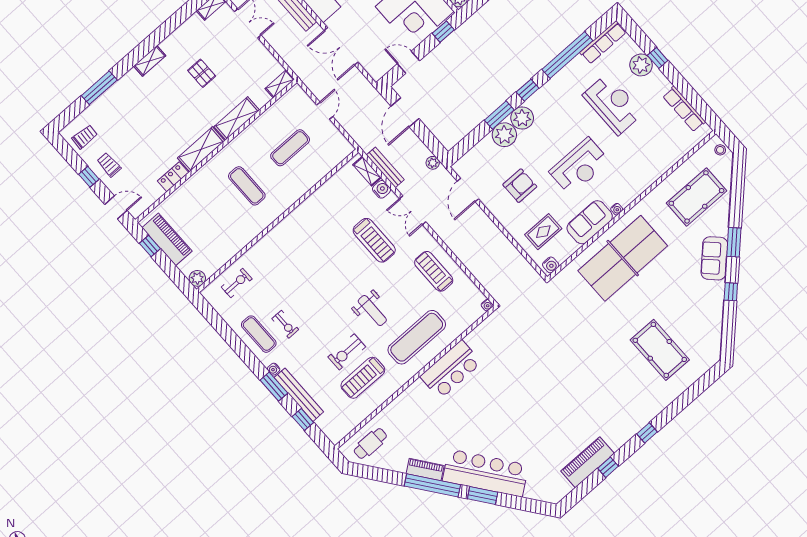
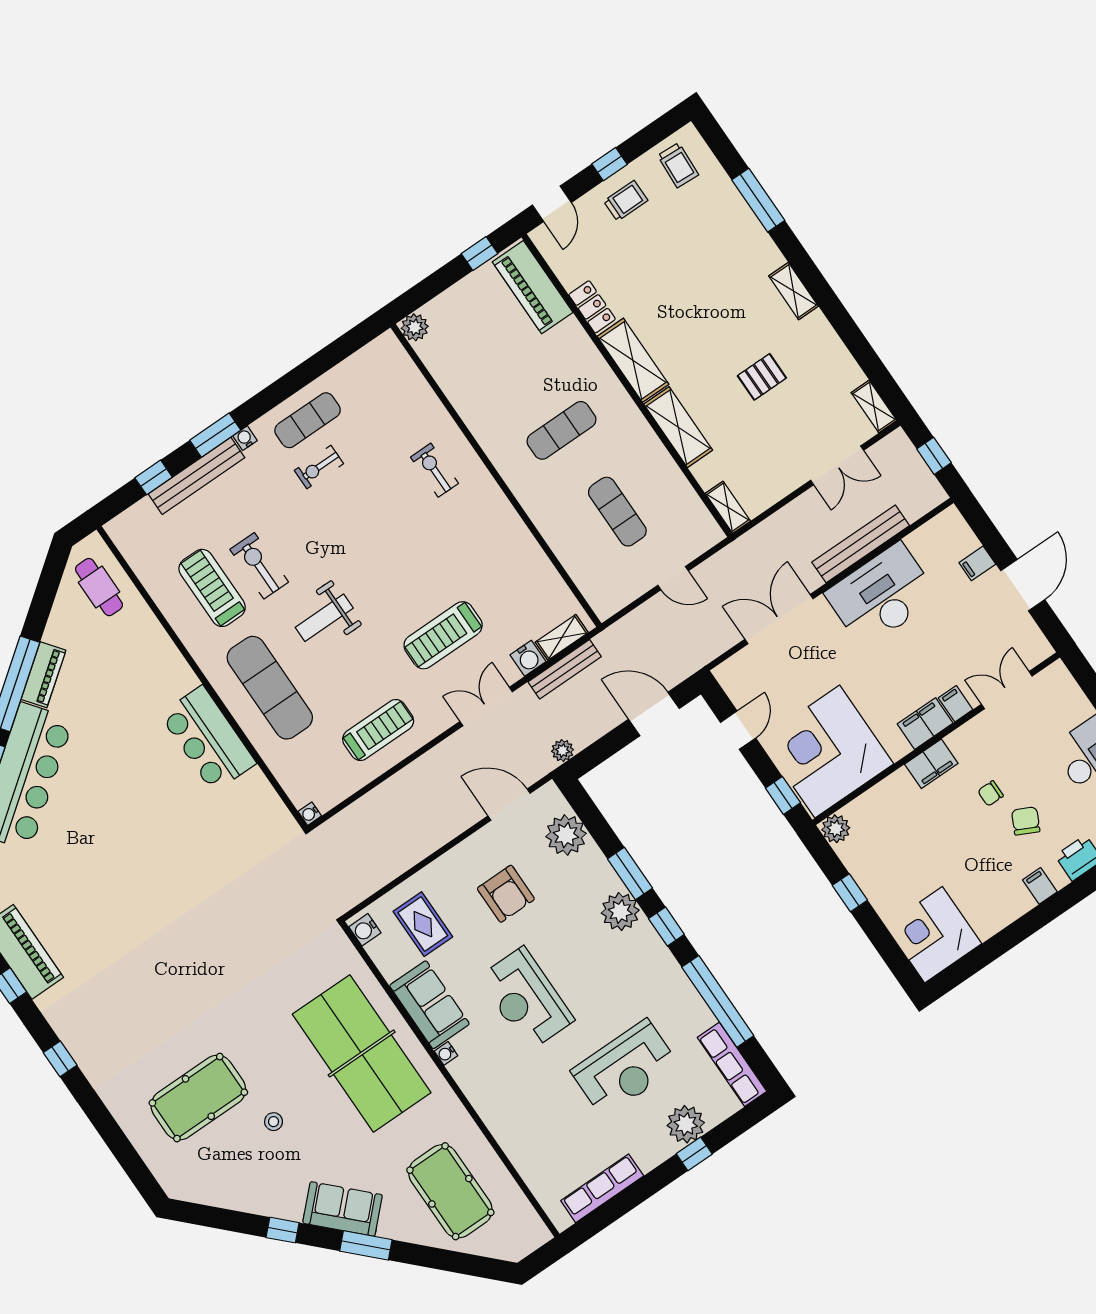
plant: (504, 135) -> (566, 835), moved
stool: (720, 150) -> (274, 1122), moved
piano: (167, 239) -> (533, 287), moved, turned 90
exercise bike: (237, 283) -> (434, 470), moved, turned 180

